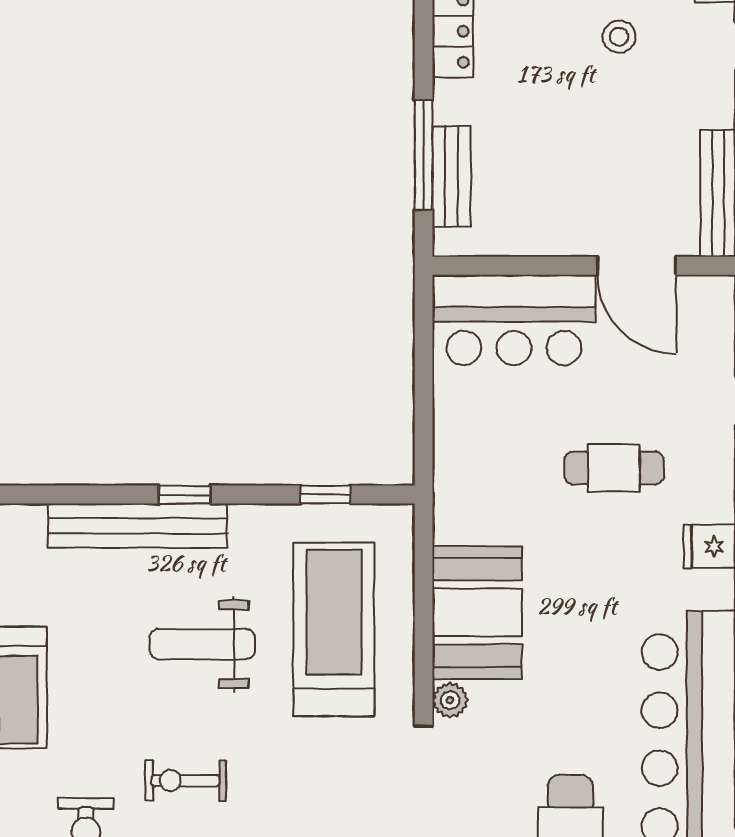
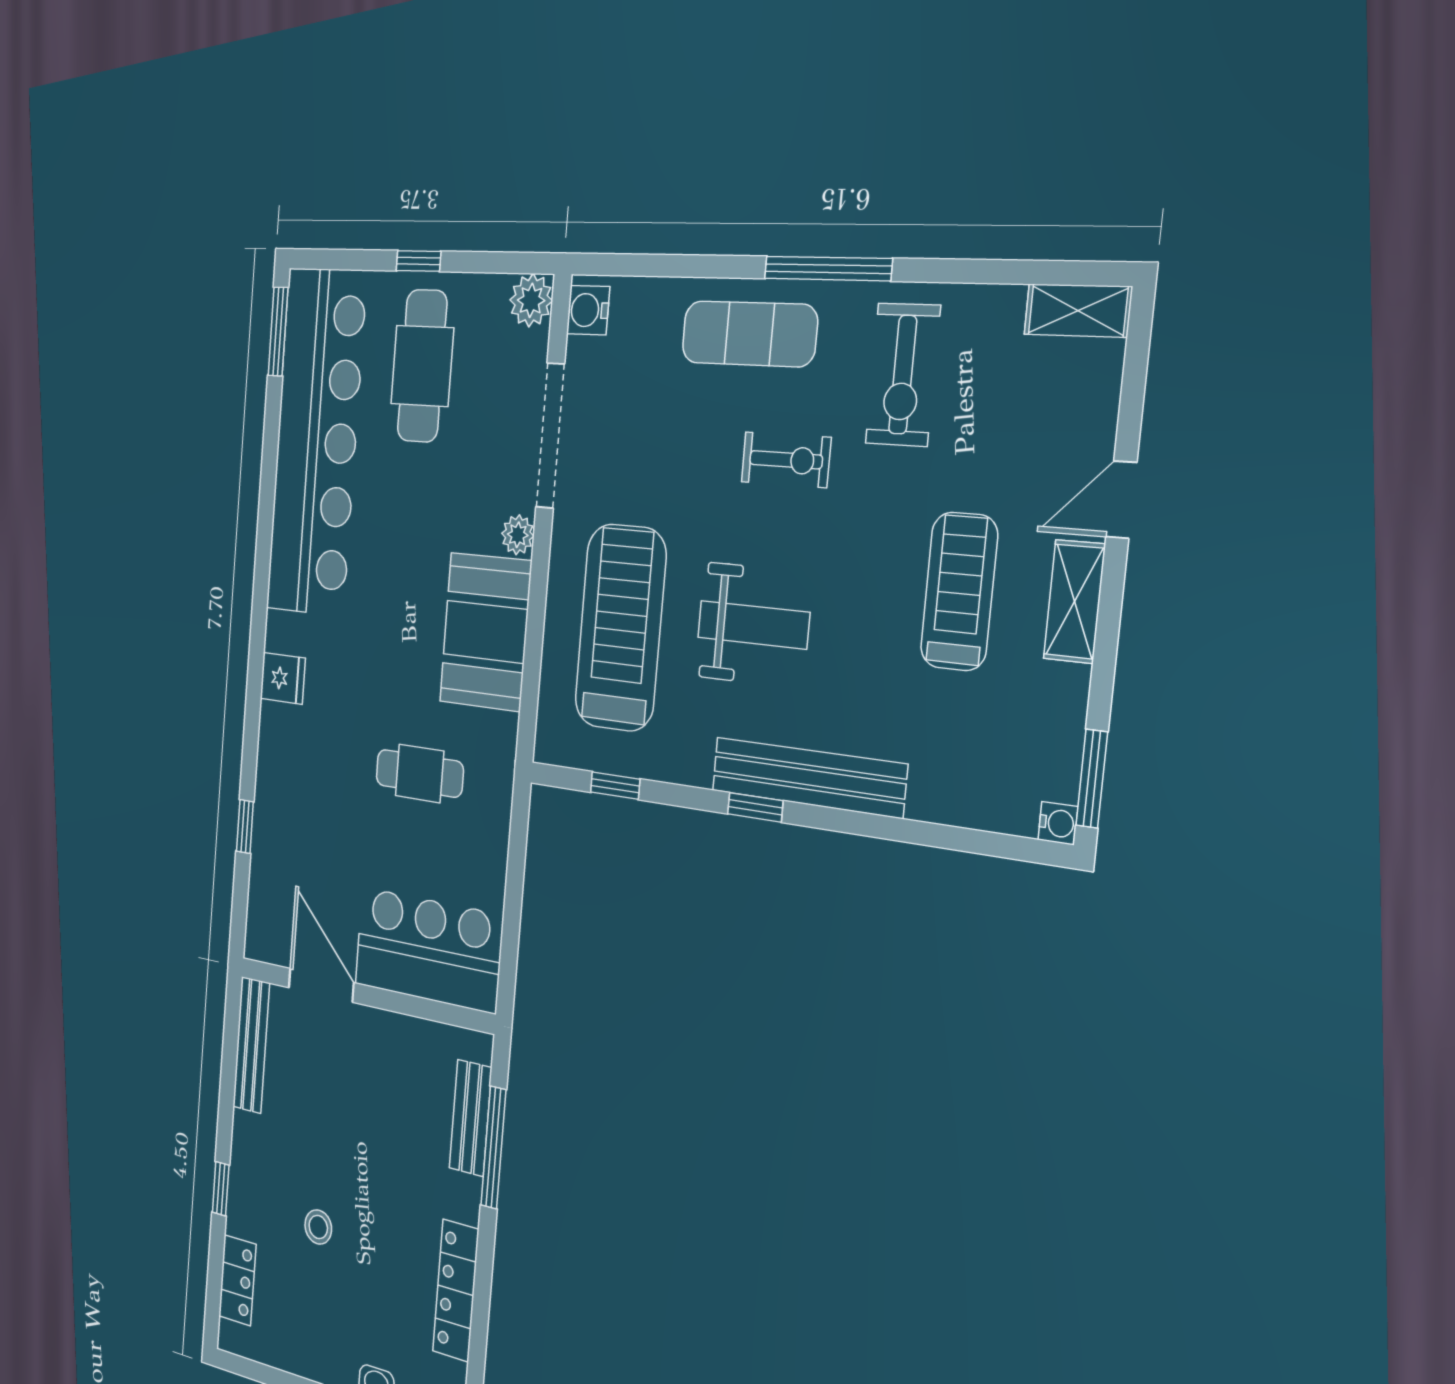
cafe table: (614, 468) -> (420, 773), moved
treadmill: (334, 629) -> (620, 628), turned 180

